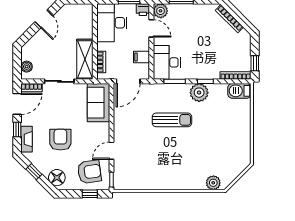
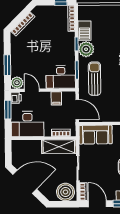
door: (44, 19) -> (25, 182), width x1.88
door: (151, 28) -> (32, 90), hinge flipped
boiler: (27, 67) -> (66, 192), width x1.86, depth x1.86
barbecue: (239, 91) -> (84, 31), moved
sun lounger: (172, 120) -> (95, 79), moved

